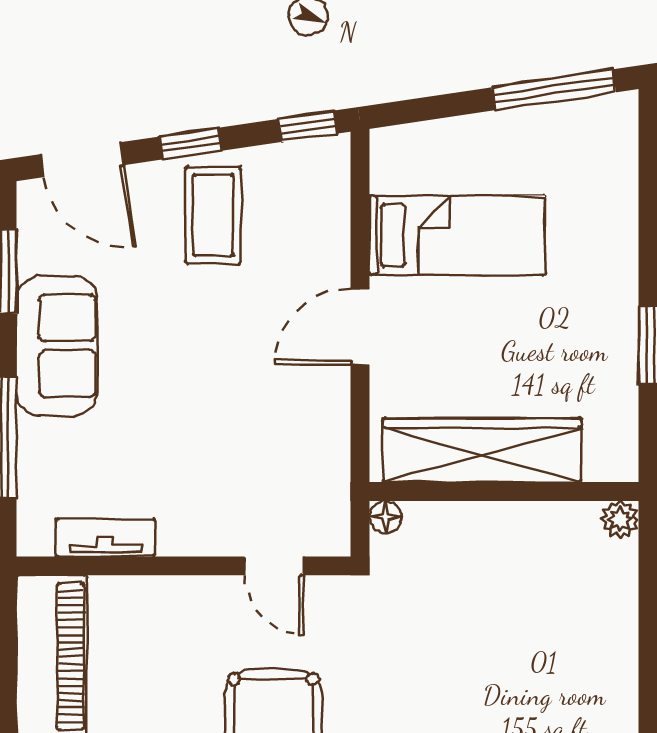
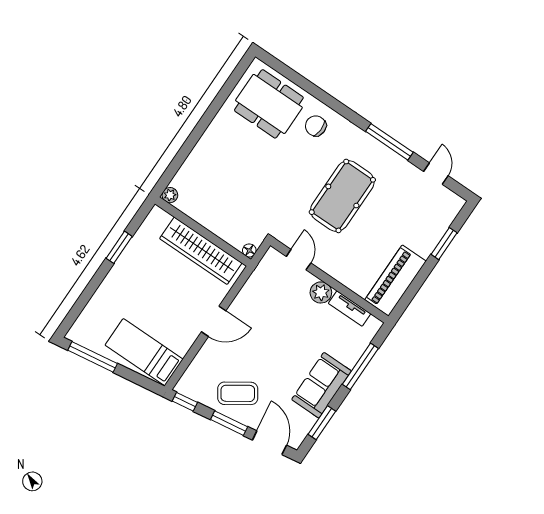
window: (190, 144) -> (229, 423), width x1.50
coffee table: (213, 215) -> (238, 393), turned 56
bed: (457, 235) -> (144, 352), moved
plant: (185, 531) -> (321, 292), added

